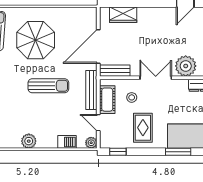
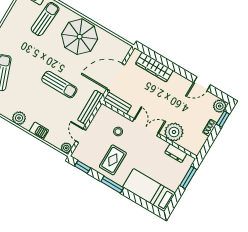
wardrobe: (123, 15) -> (154, 67), width x1.50
parasol: (36, 40) -> (80, 37), moved
cot: (107, 100) -> (98, 122), removed
barbecue: (67, 142) -> (39, 131), moved
window: (178, 152) -> (112, 185), moved

